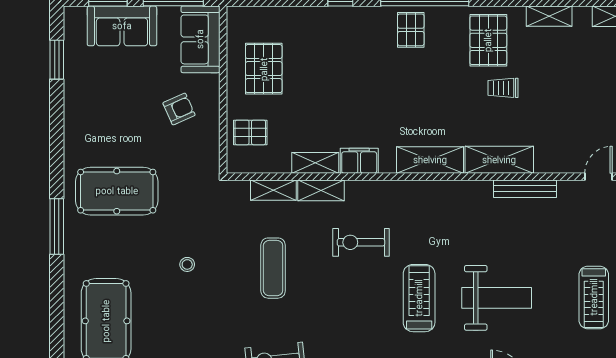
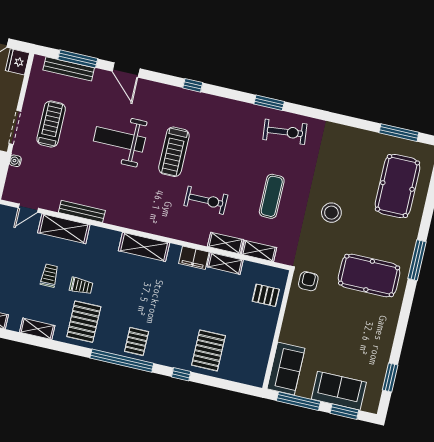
pallet: (264, 69) -> (208, 350), moved
trolley: (549, 92) -> (49, 276), added
armchair: (179, 109) -> (308, 281), moved, turned 114
shelving: (499, 160) -> (64, 229), moved
stool: (187, 264) -> (331, 213), width x1.89, depth x1.89

